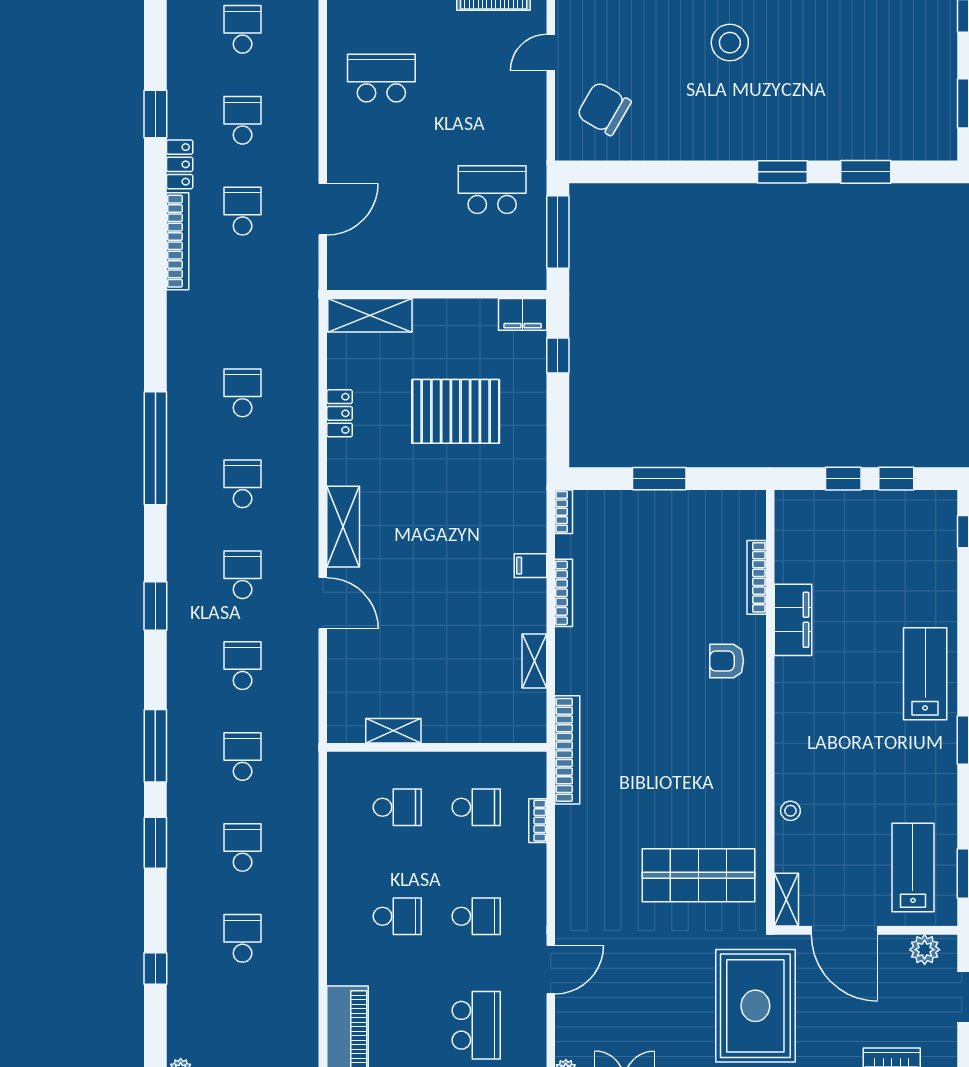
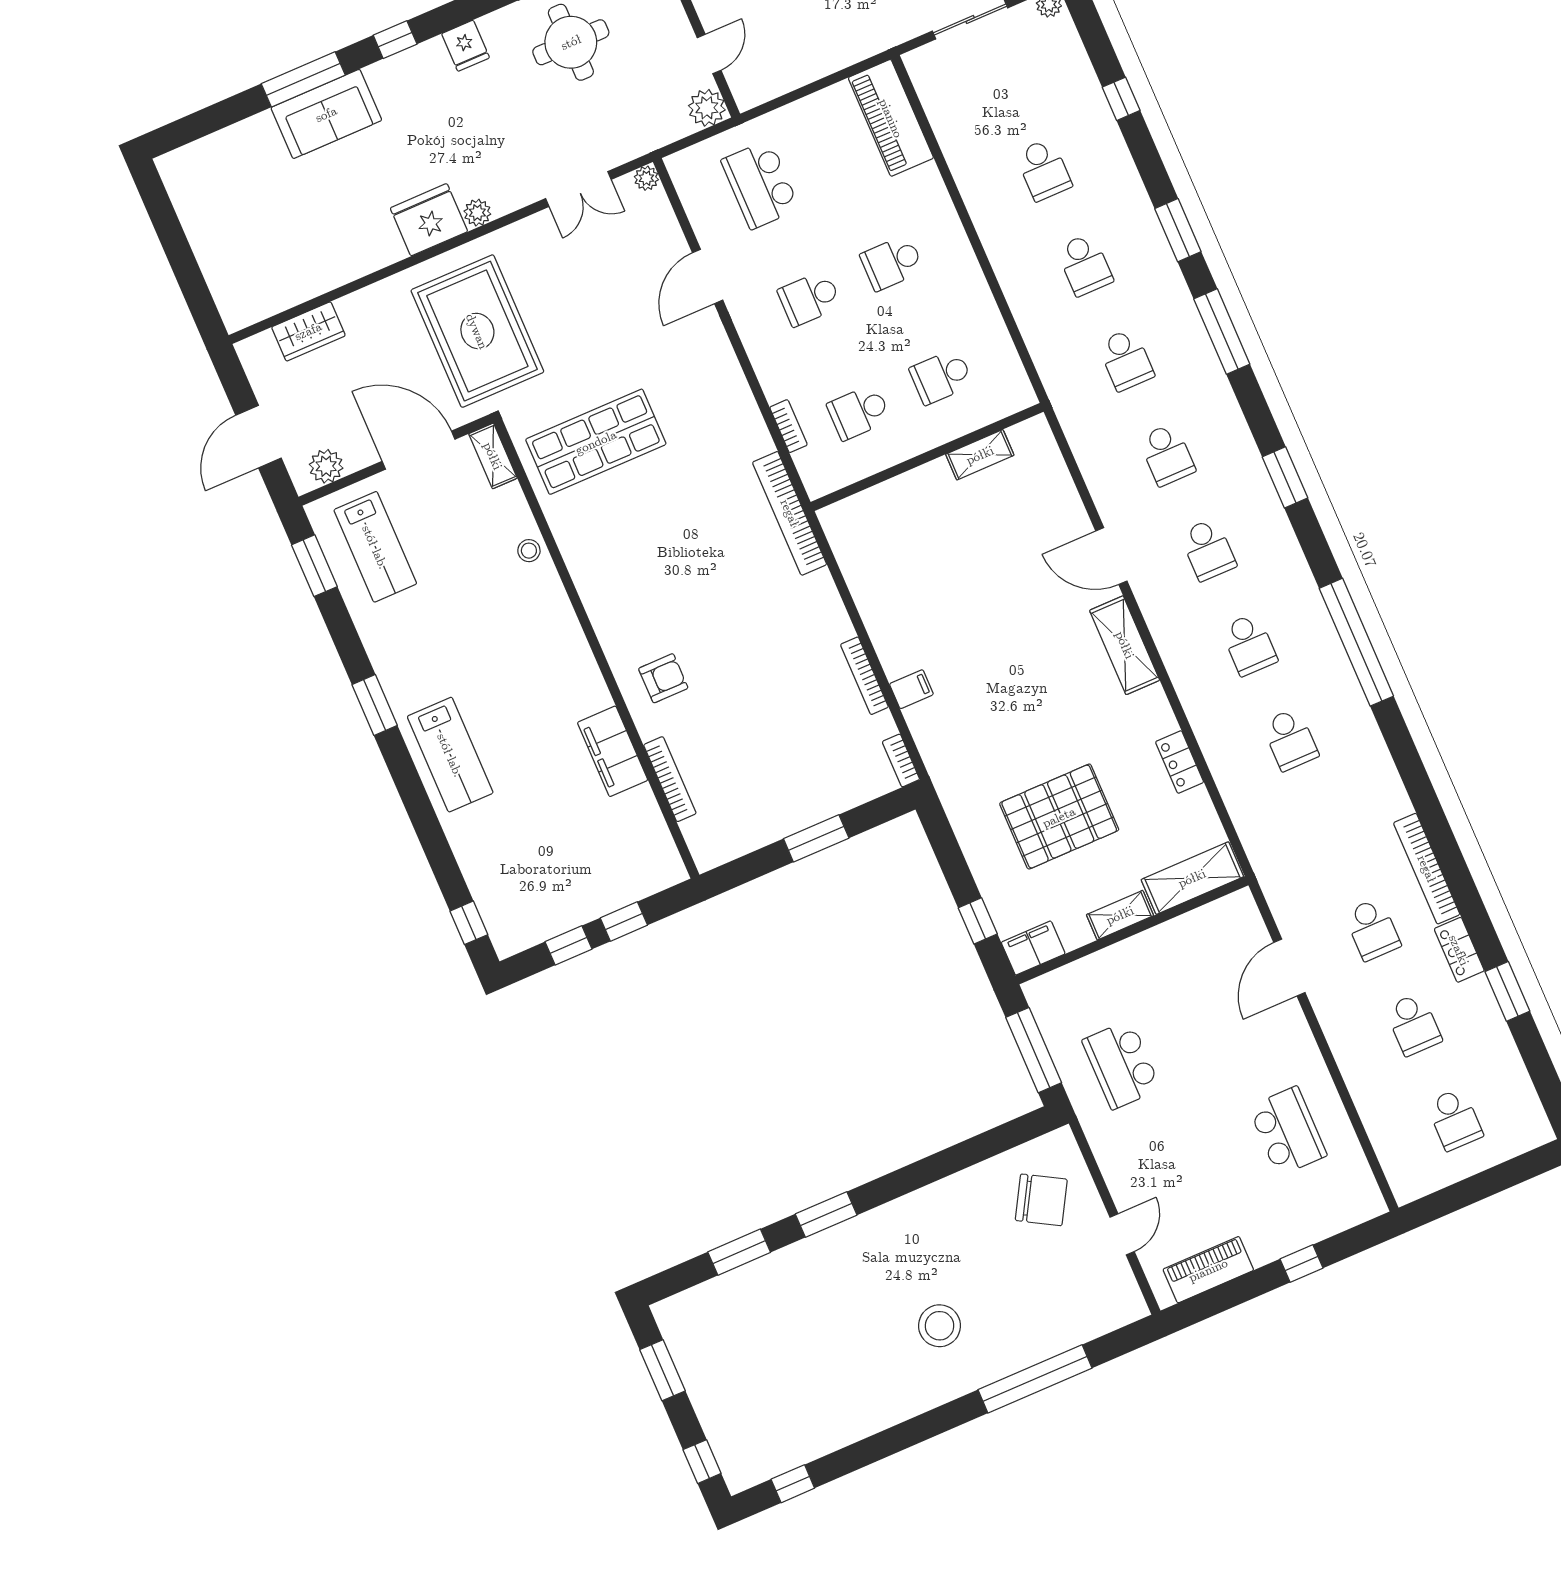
school desk: (381, 78) -> (1288, 1131), turned -90
school desk: (492, 190) -> (1121, 1065), turned 90
shelving: (534, 661) -> (1120, 915), moved, turned 90

